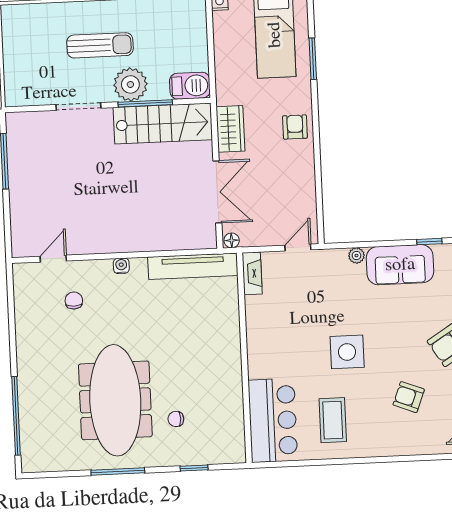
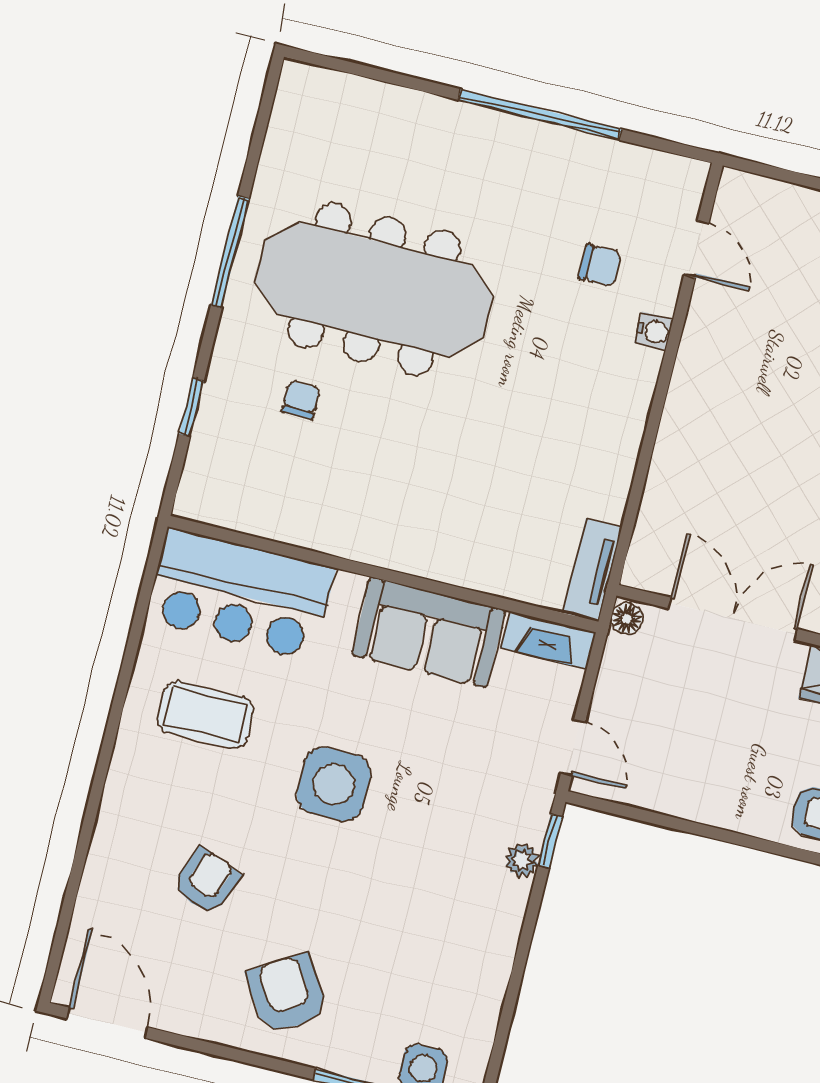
double door: (217, 192) -> (733, 619), swing flipped
window: (429, 242) -> (550, 841), moved
sofa: (400, 265) -> (429, 633), moved, turned -90
water cooler: (121, 266) -> (654, 331), moved
tv unit: (193, 266) -> (592, 570), width x0.52, depth x0.78
window: (16, 416) -> (540, 114), moved

